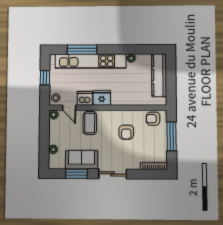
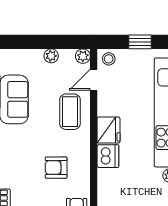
dishwasher: (85, 98) -> (108, 156), moved
coffee table: (90, 123) -> (70, 112), turned 90
plant: (53, 149) -> (51, 56), moved

